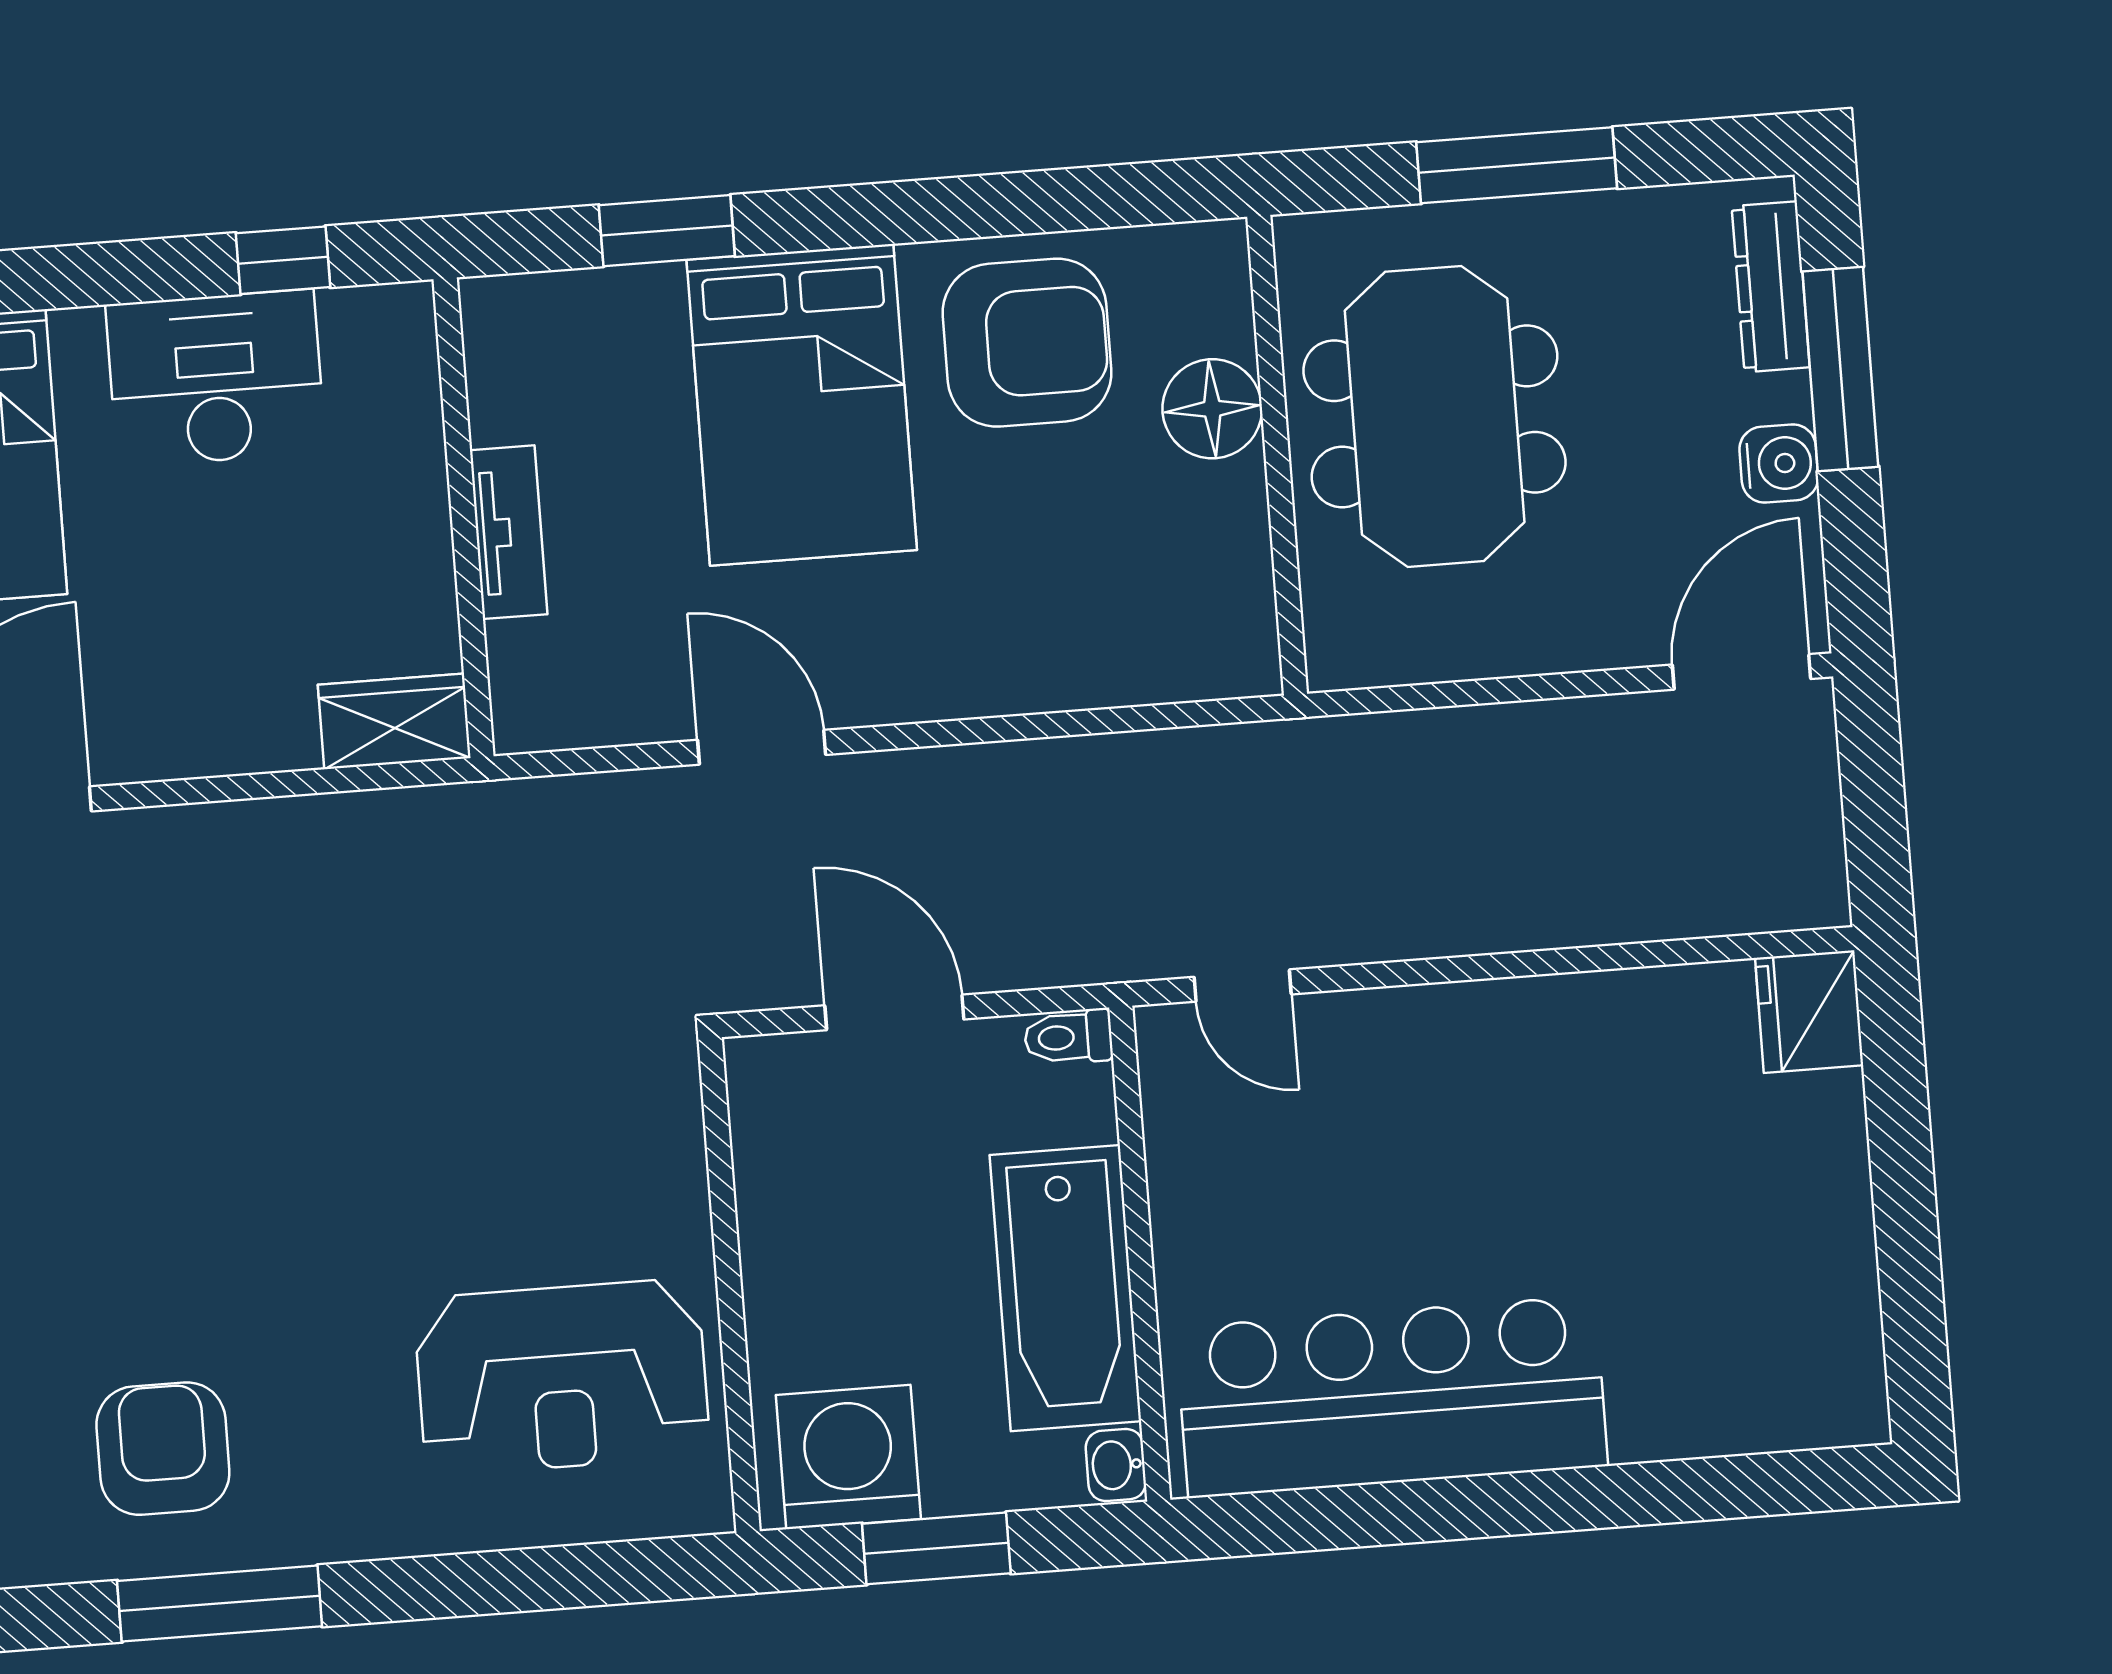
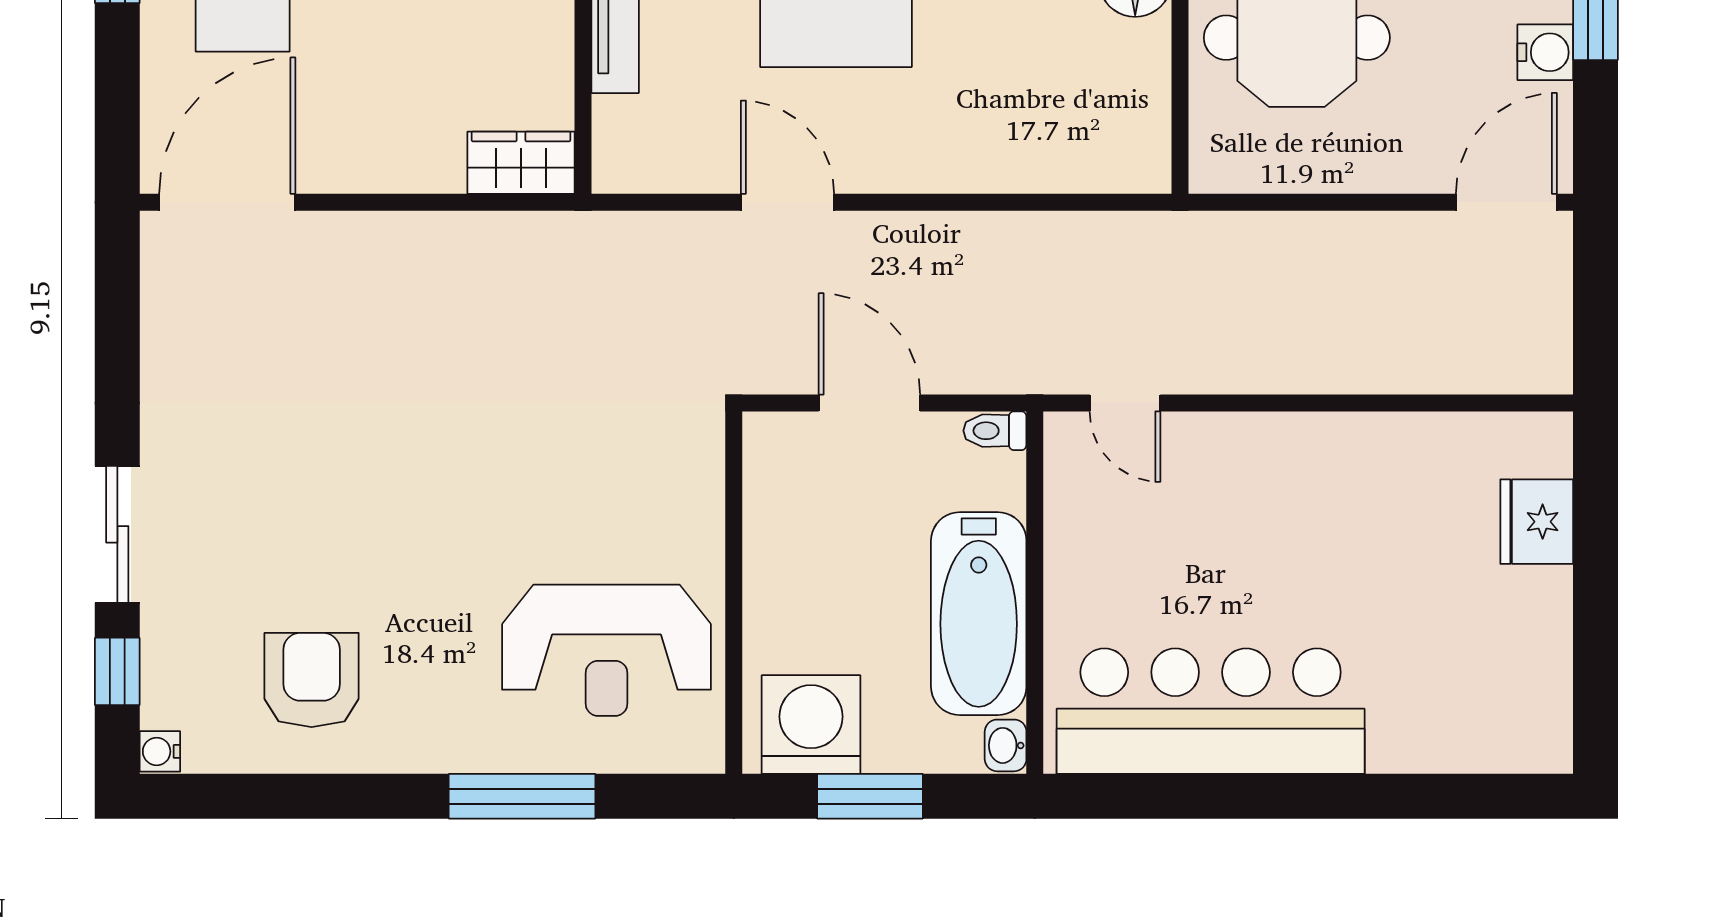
fridge: (1809, 1012) -> (1537, 522), moved
window: (220, 1604) -> (522, 796), moved

